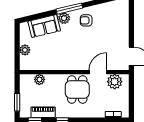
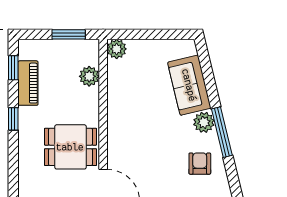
plant: (25, 50) -> (117, 49), moved
window: (17, 102) -> (69, 34), moved

